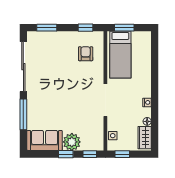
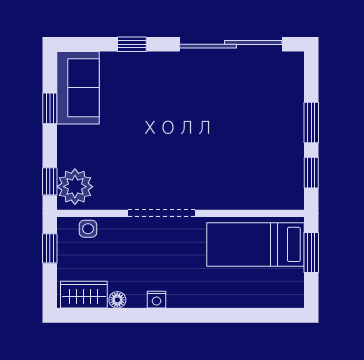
window: (47, 28) -> (311, 123), moved
armchair: (86, 54) -> (257, 173), removed
window: (23, 114) -> (132, 44), width x0.46
plant: (72, 142) -> (75, 187), moved
window: (66, 154) -> (50, 108), moved

